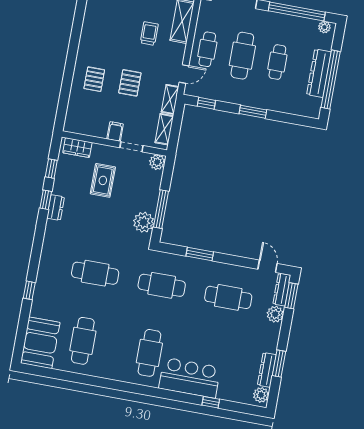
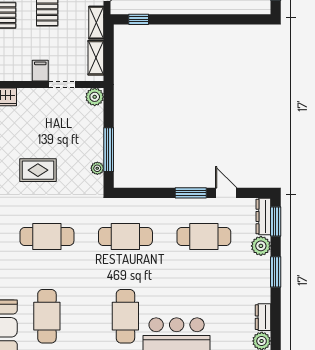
window: (253, 112) -> (194, 19), removed
rug: (103, 180) -> (38, 170), moved, turned 90
plant: (144, 222) -> (97, 168), width x0.53, depth x0.53
window: (200, 254) -> (191, 193), moved
door: (267, 266) -> (226, 193), moved
window: (279, 364) -> (276, 272), moved
dresser: (267, 370) -> (263, 317), width x0.70

